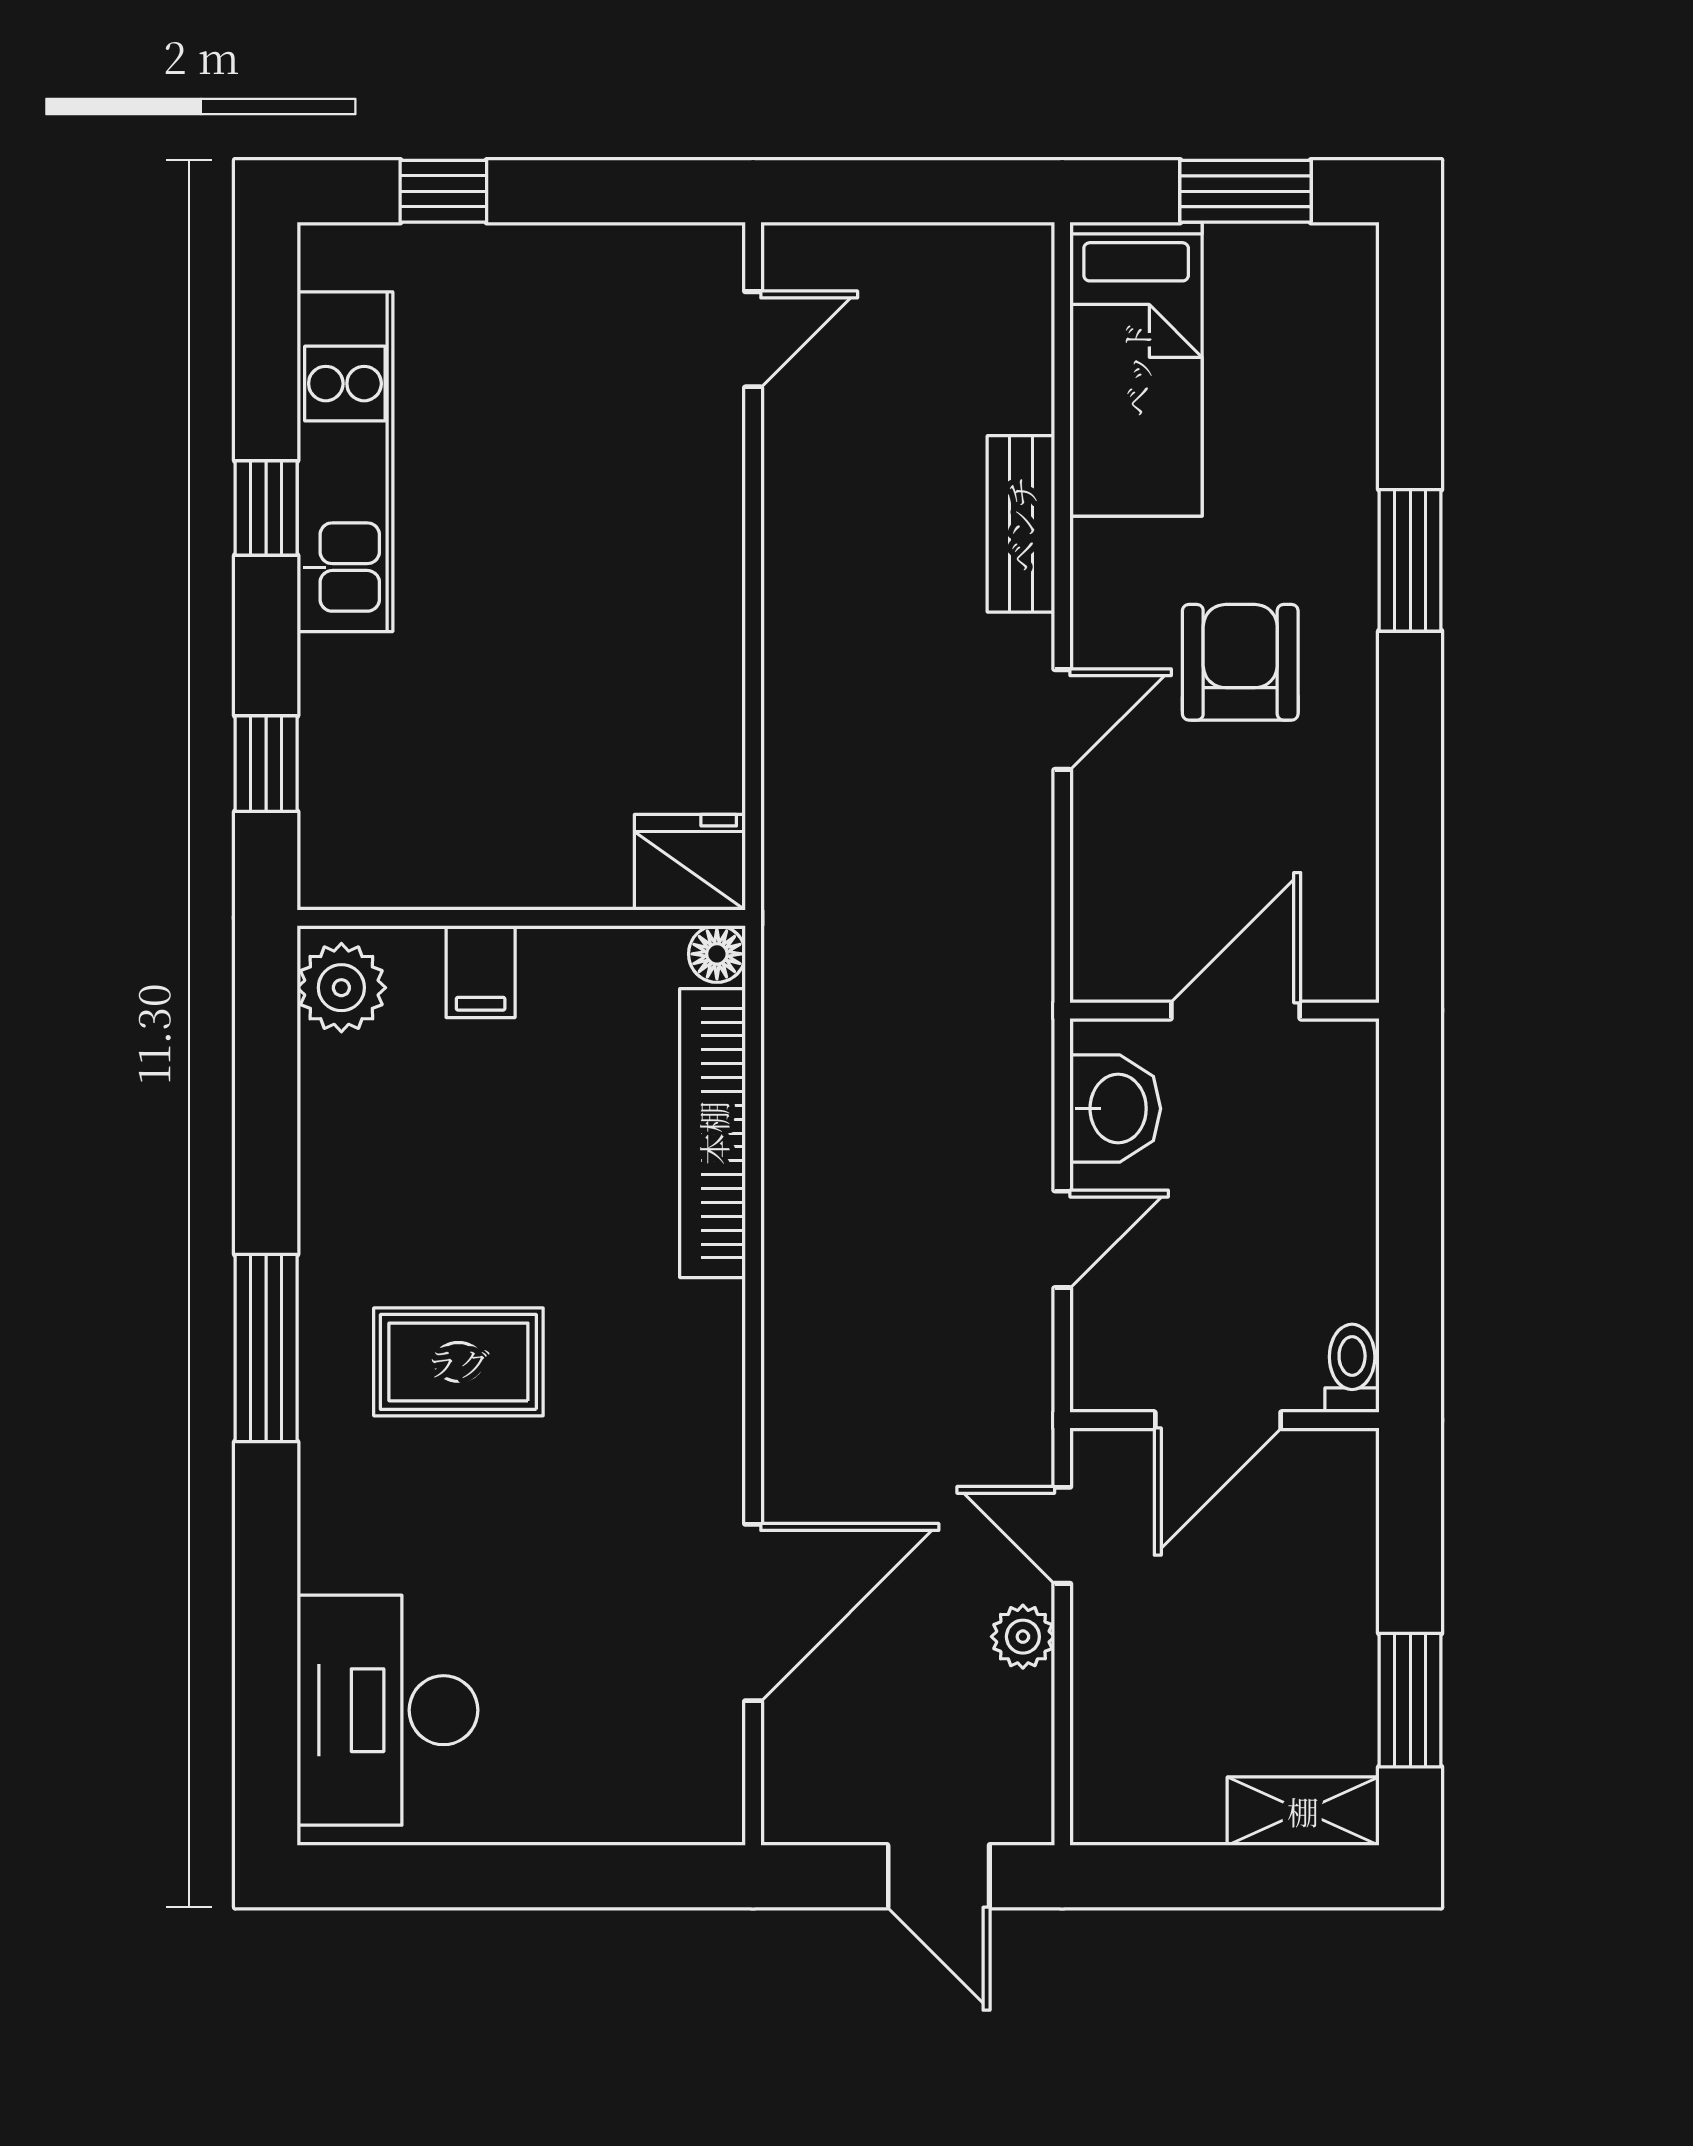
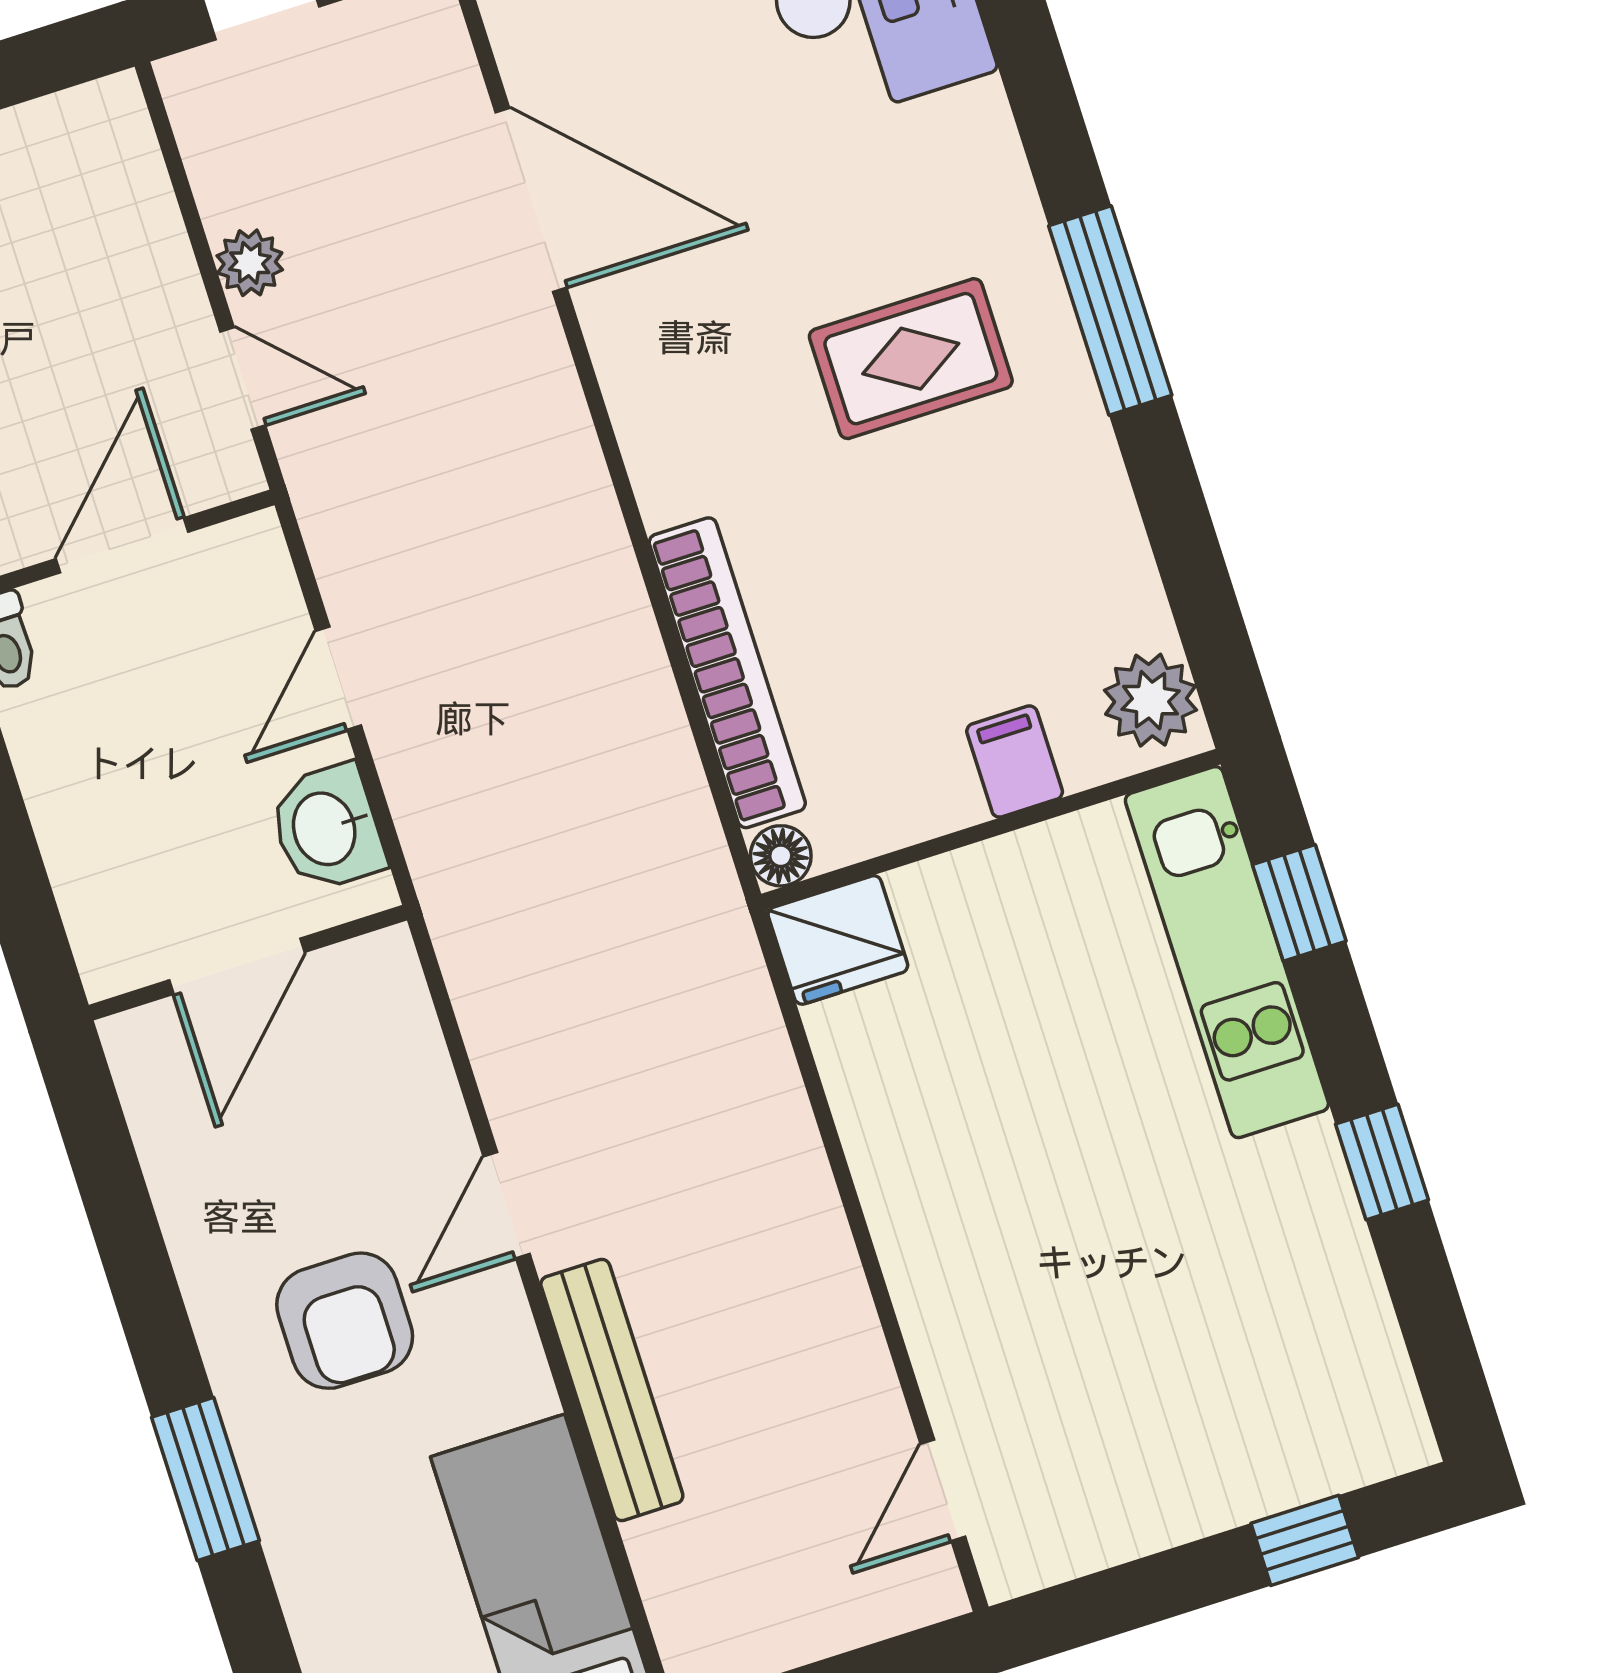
kitchen unit: (345, 462) -> (1227, 952), moved
bench: (1021, 524) -> (612, 1390), width x1.36
door: (753, 1613) -> (531, 200), swing flipped

